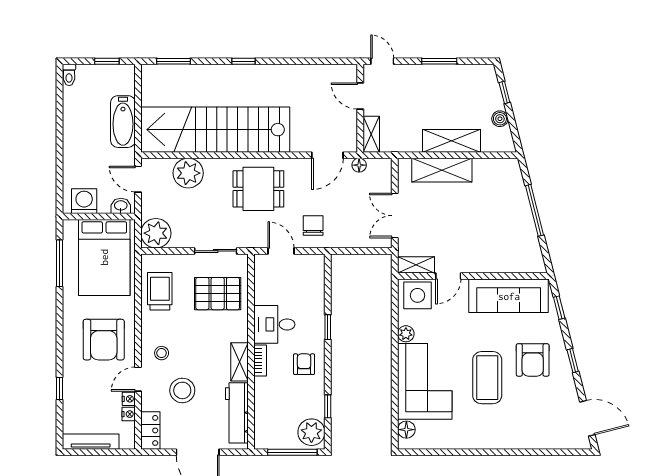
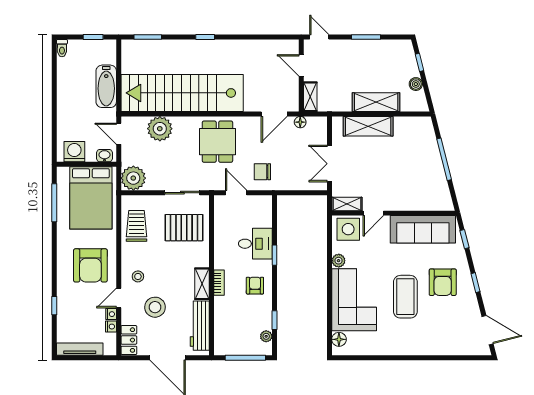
dining table: (258, 189) -> (217, 142), turned 90
chair: (313, 225) -> (262, 172), turned -90
desk: (274, 324) -> (255, 244), moved, turned 180
plant: (311, 432) -> (266, 336), width x0.53, depth x0.53

